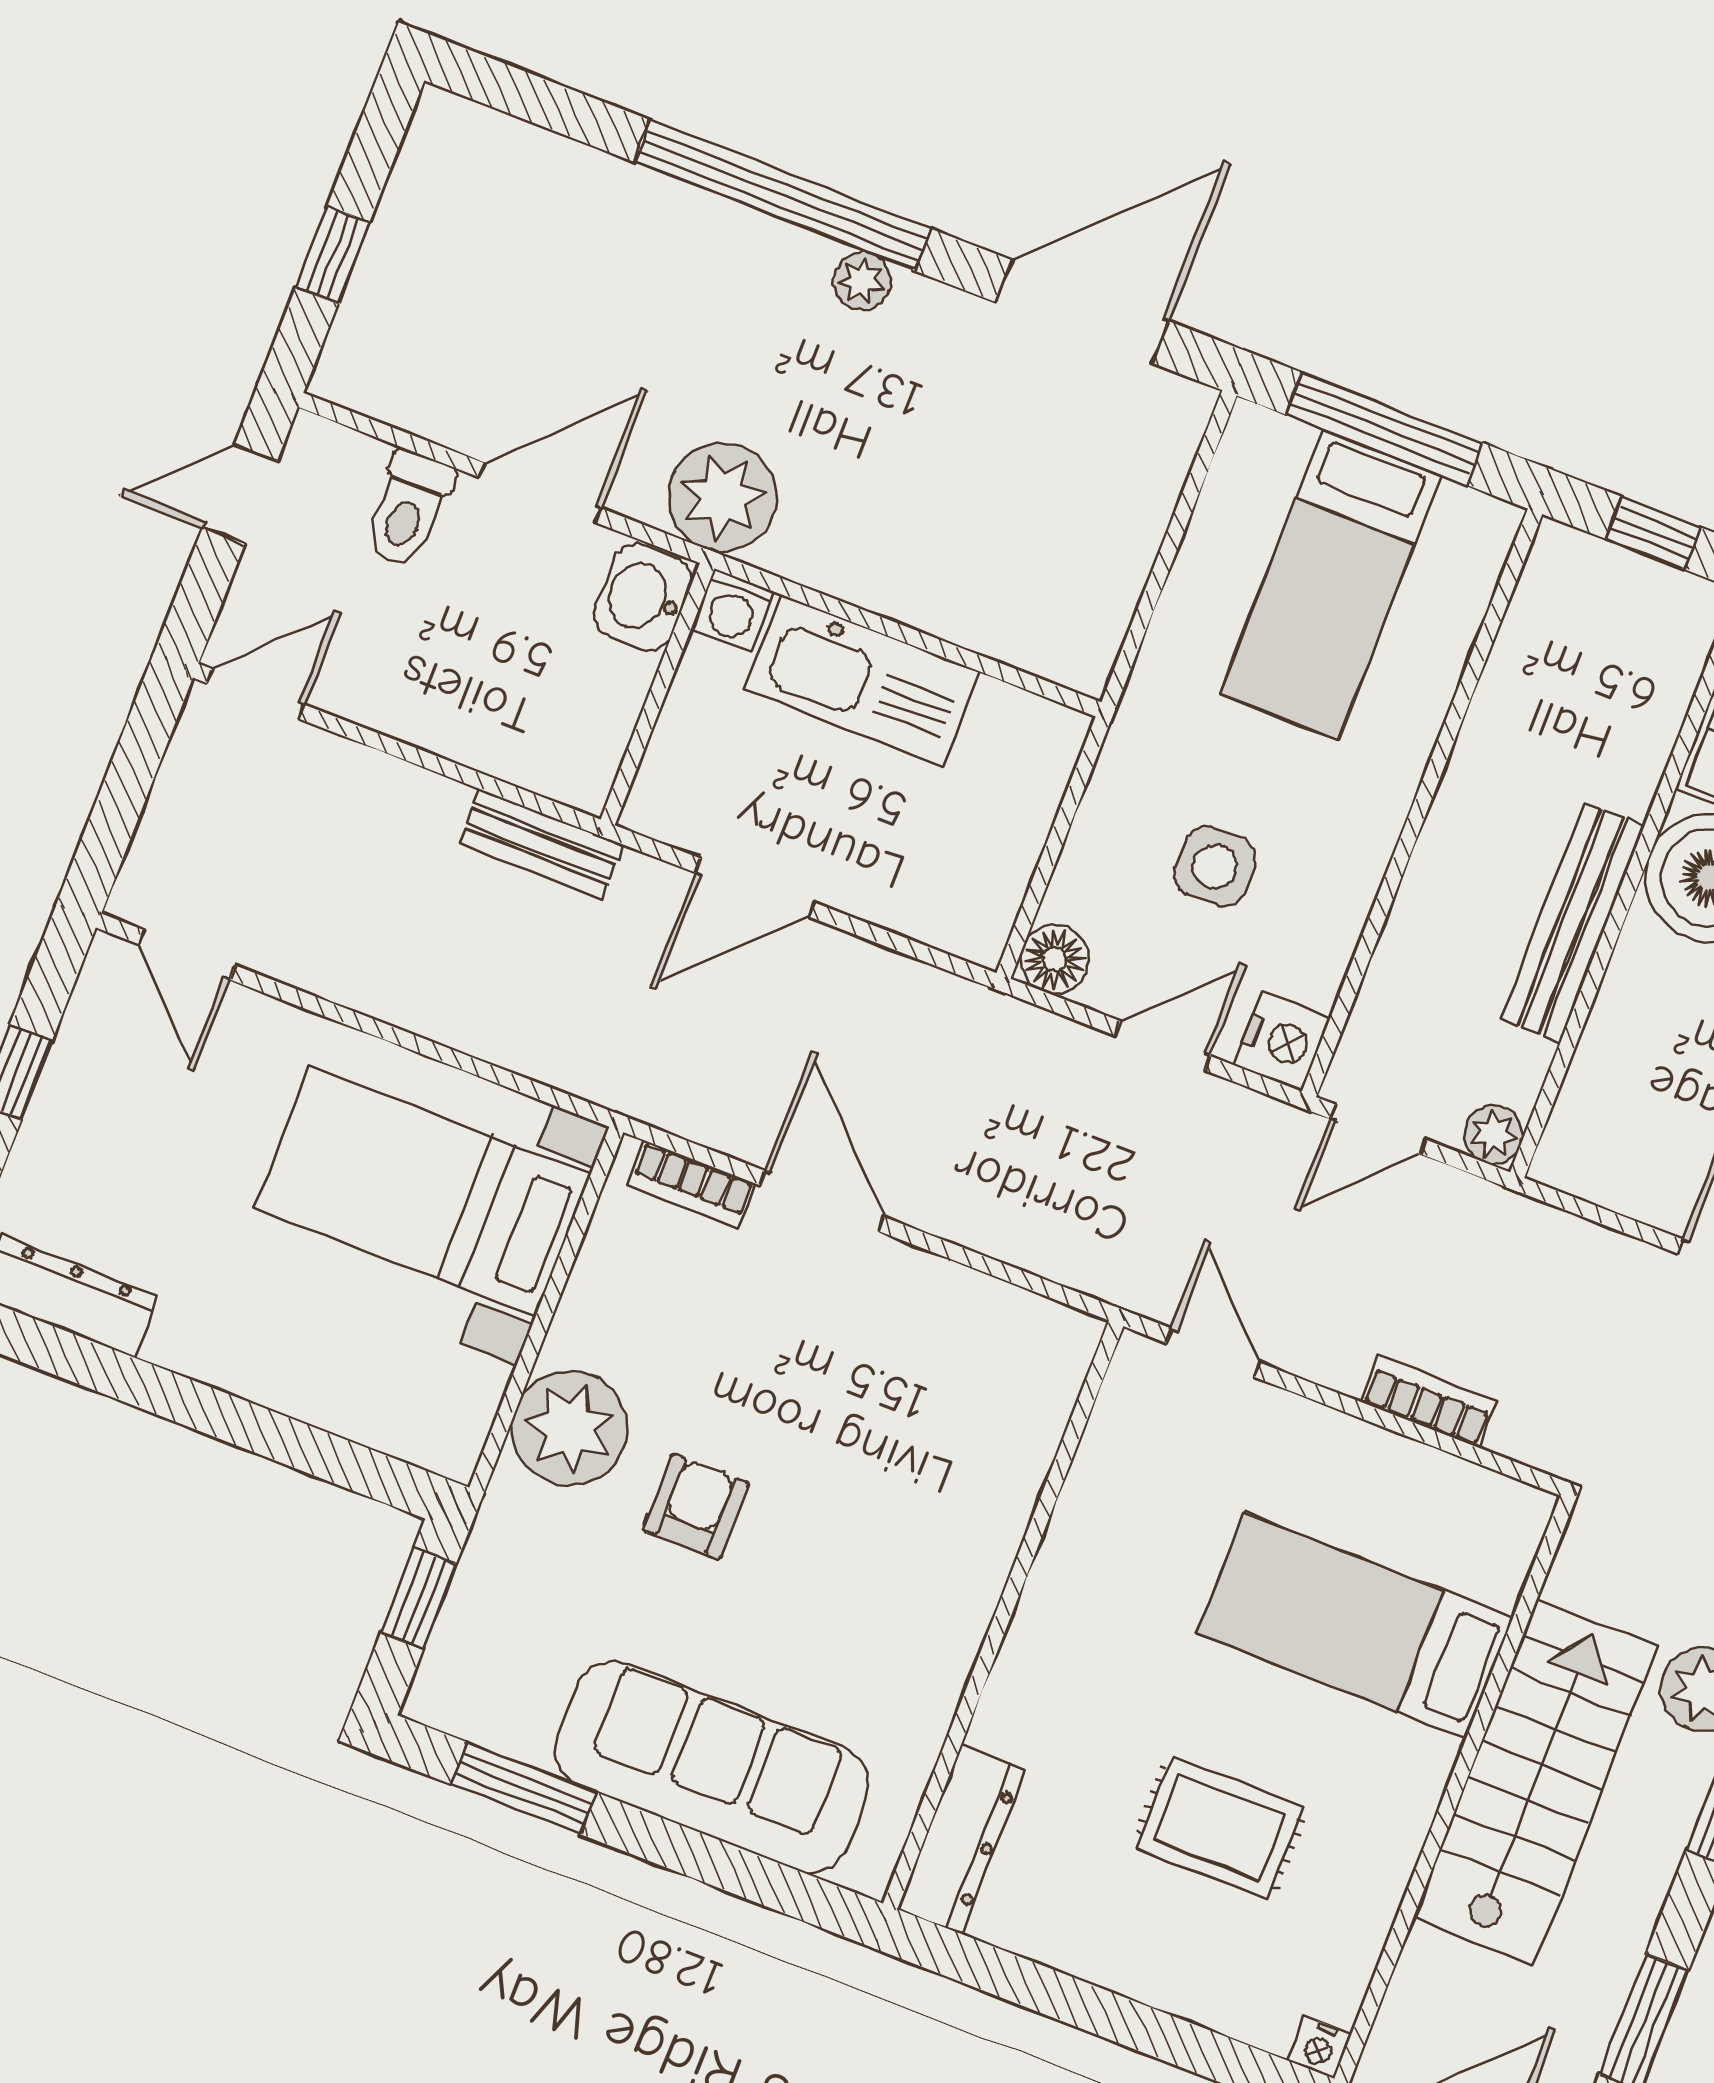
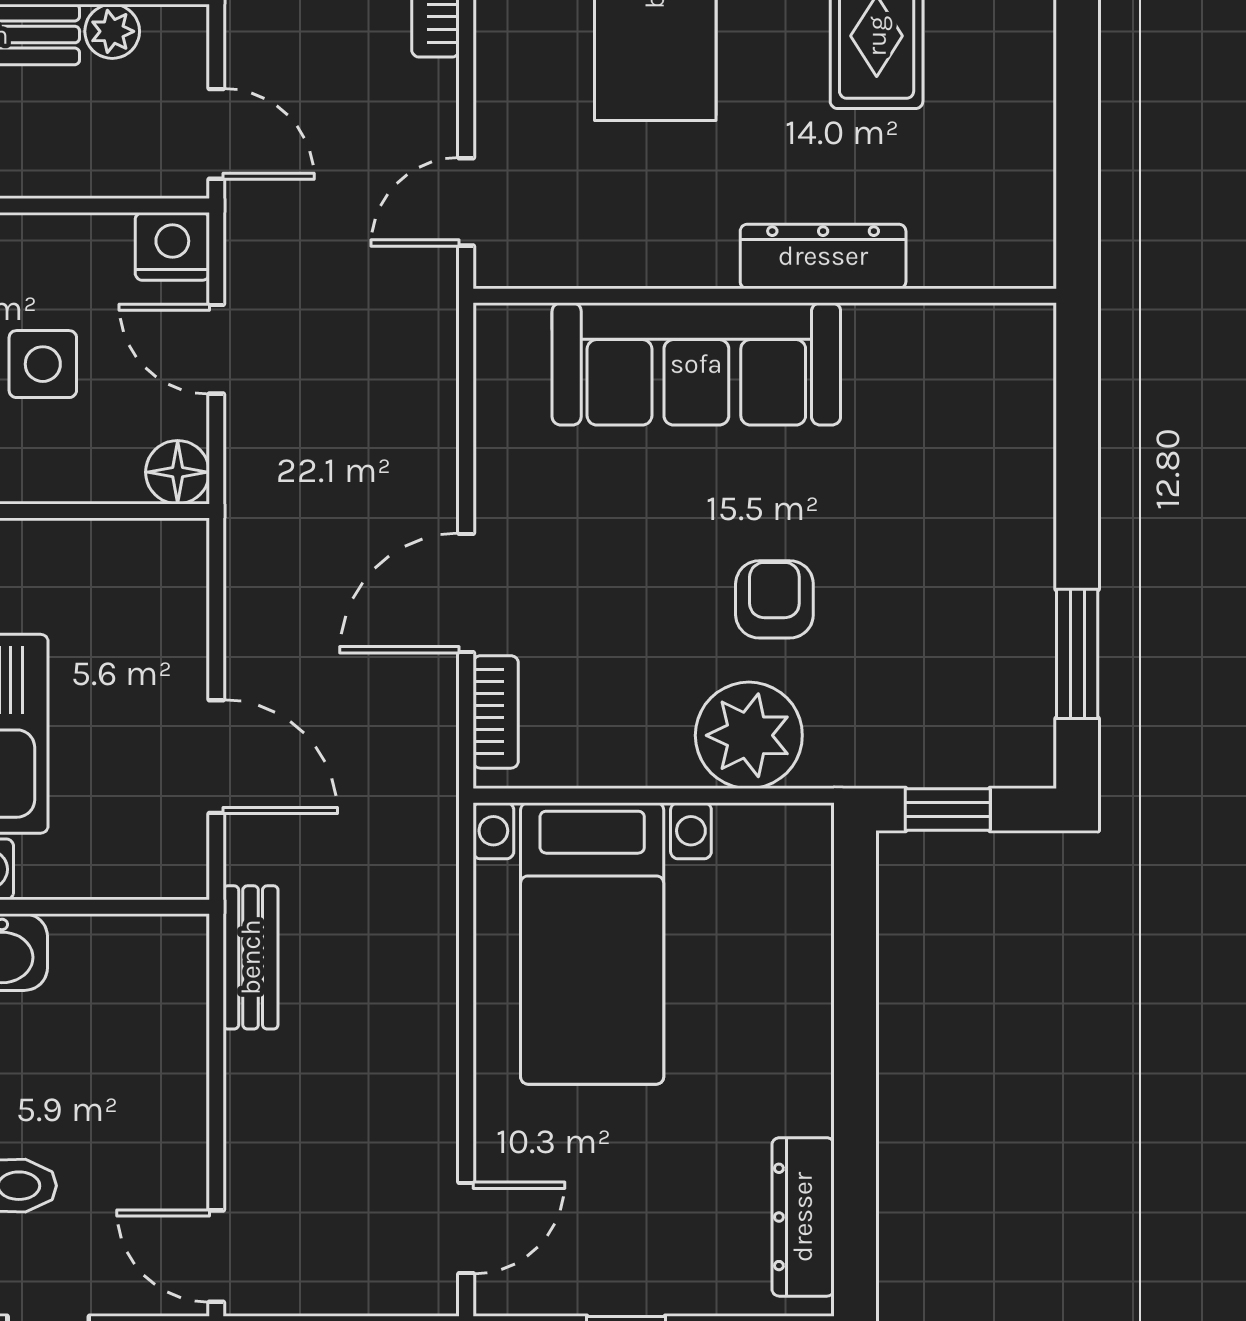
plant: (1494, 1135) -> (112, 31), moved
armchair: (696, 1507) -> (774, 599), turned 90
sofa: (712, 1767) -> (696, 364), moved, turned -90
dresser: (962, 1839) -> (823, 256), moved

